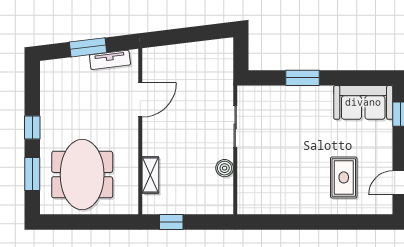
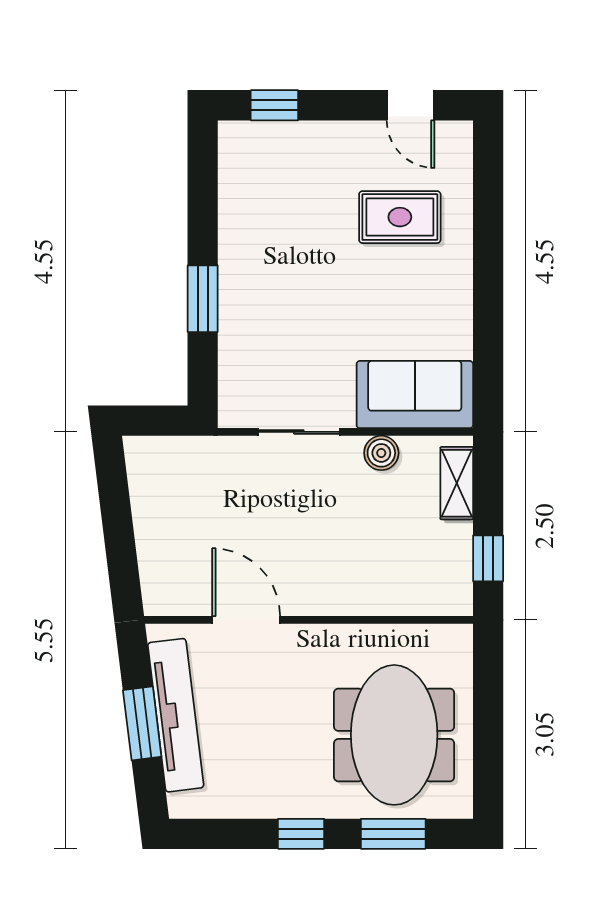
tv unit: (110, 60) -> (176, 715), width x1.92, depth x1.29
sofa: (363, 102) -> (415, 395), moved, turned -90
meeting table: (82, 175) -> (394, 735), turned 90
shelving: (150, 175) -> (457, 483), moved, turned 90

